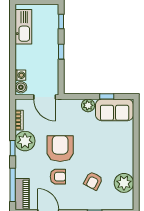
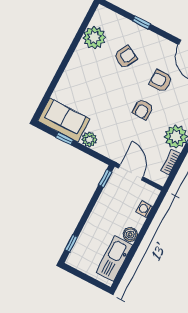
window: (61, 52) -> (105, 178), moved
boiler: (21, 87) -> (130, 234), moved
armchair: (60, 149) -> (143, 109), width x0.53, depth x0.53

